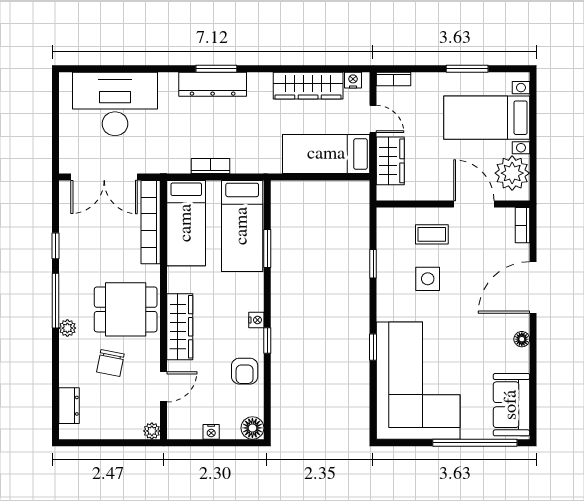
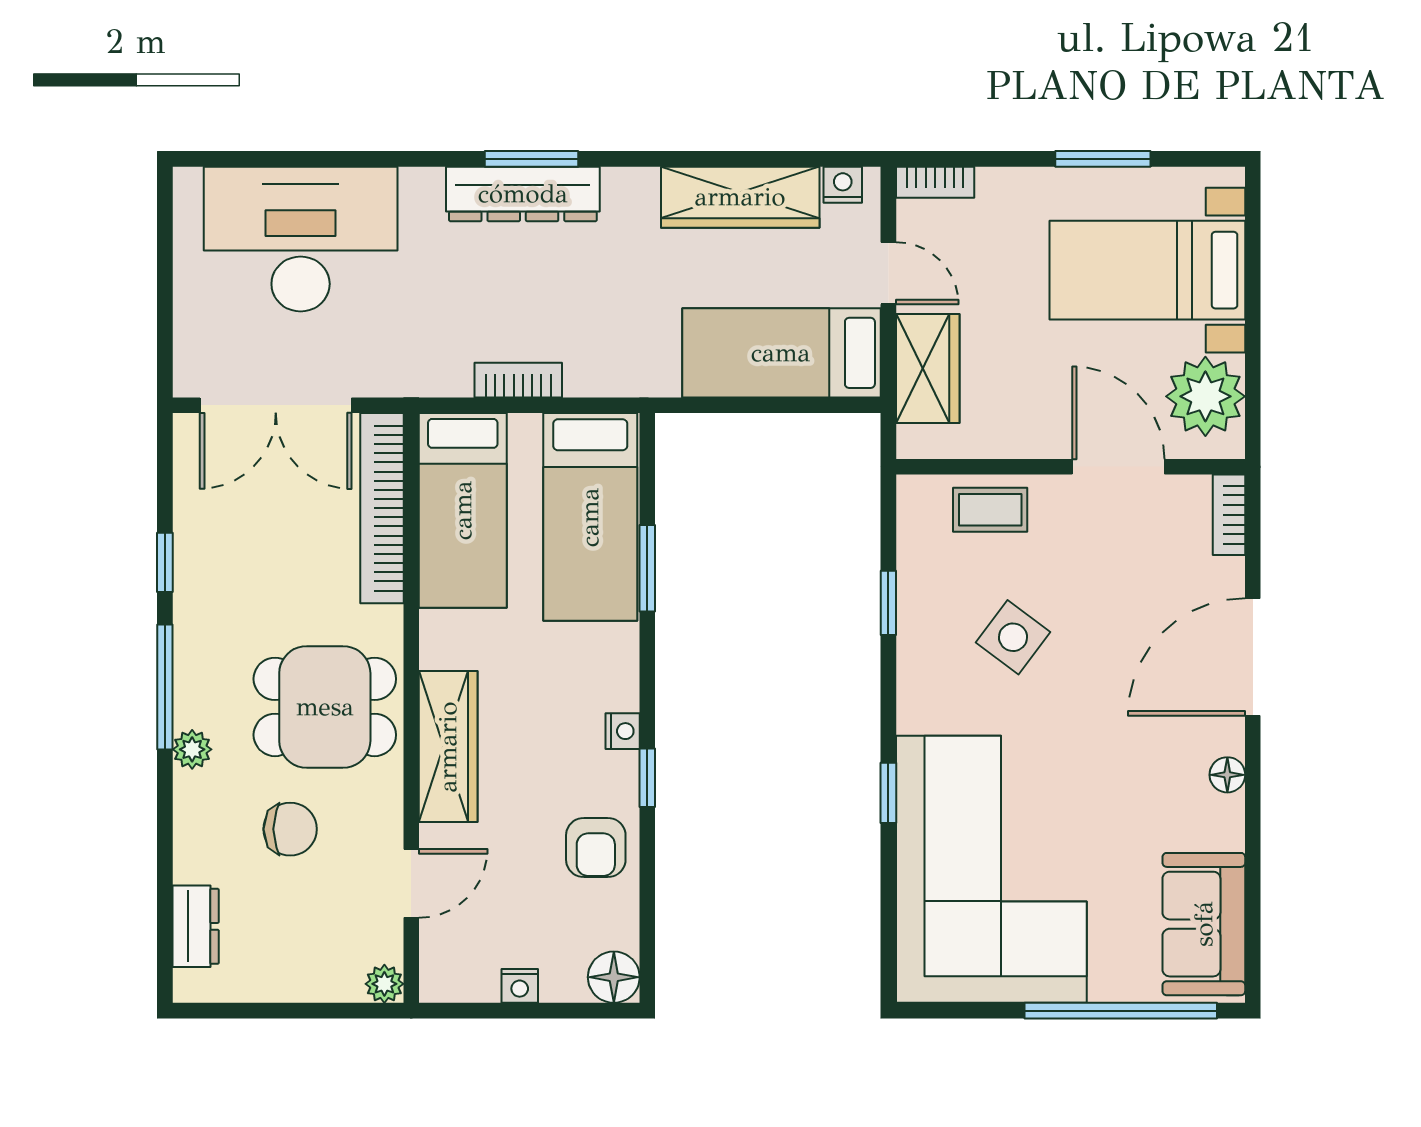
coffee table: (432, 234) -> (990, 510), moved
side table: (428, 279) -> (1013, 637), turned 37
chair: (110, 363) -> (290, 829), turned -101

